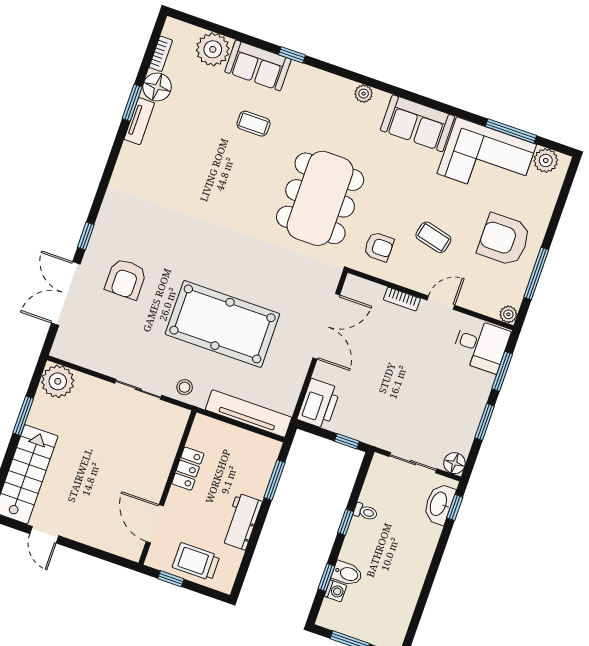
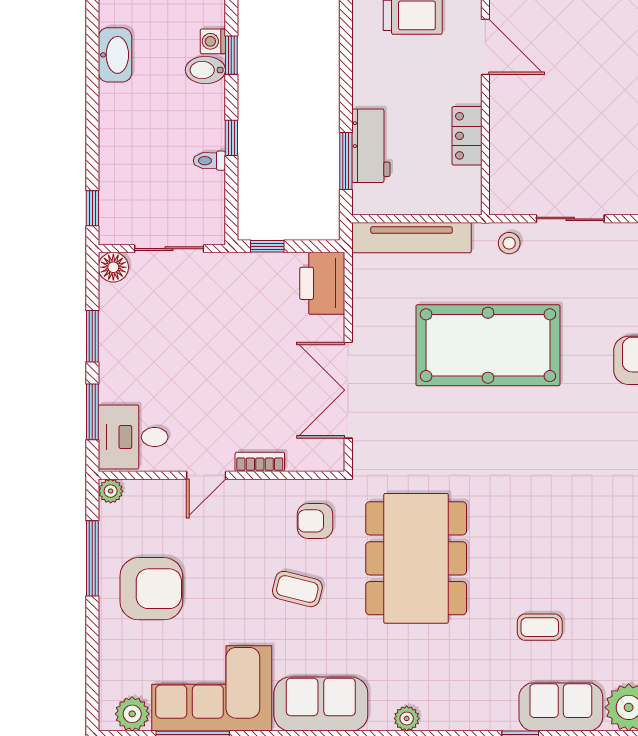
coffee table: (433, 237) -> (297, 589), moved
washbasin: (439, 504) -> (115, 55), moved
workbench: (241, 522) -> (371, 146), moved

